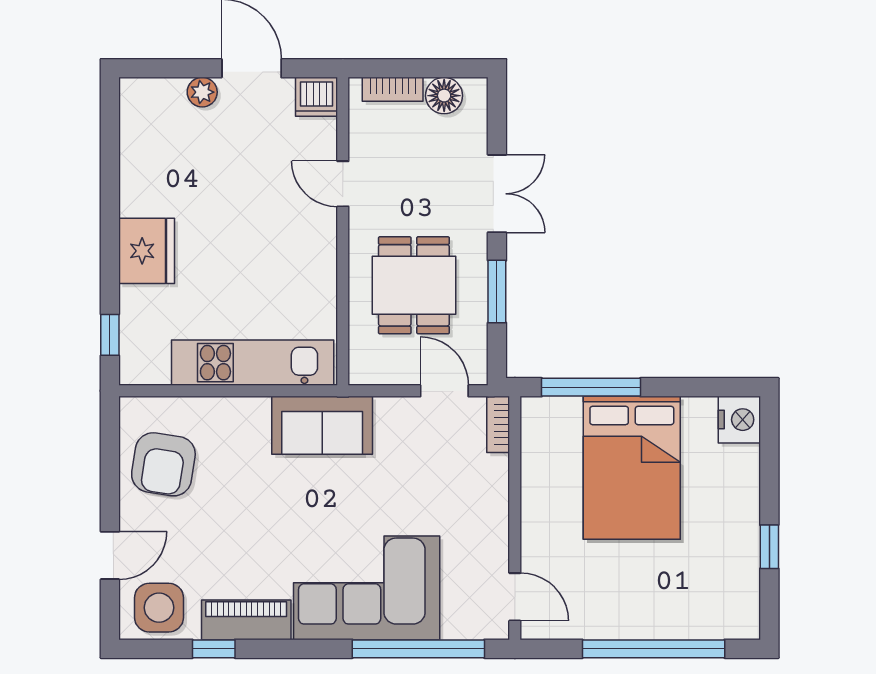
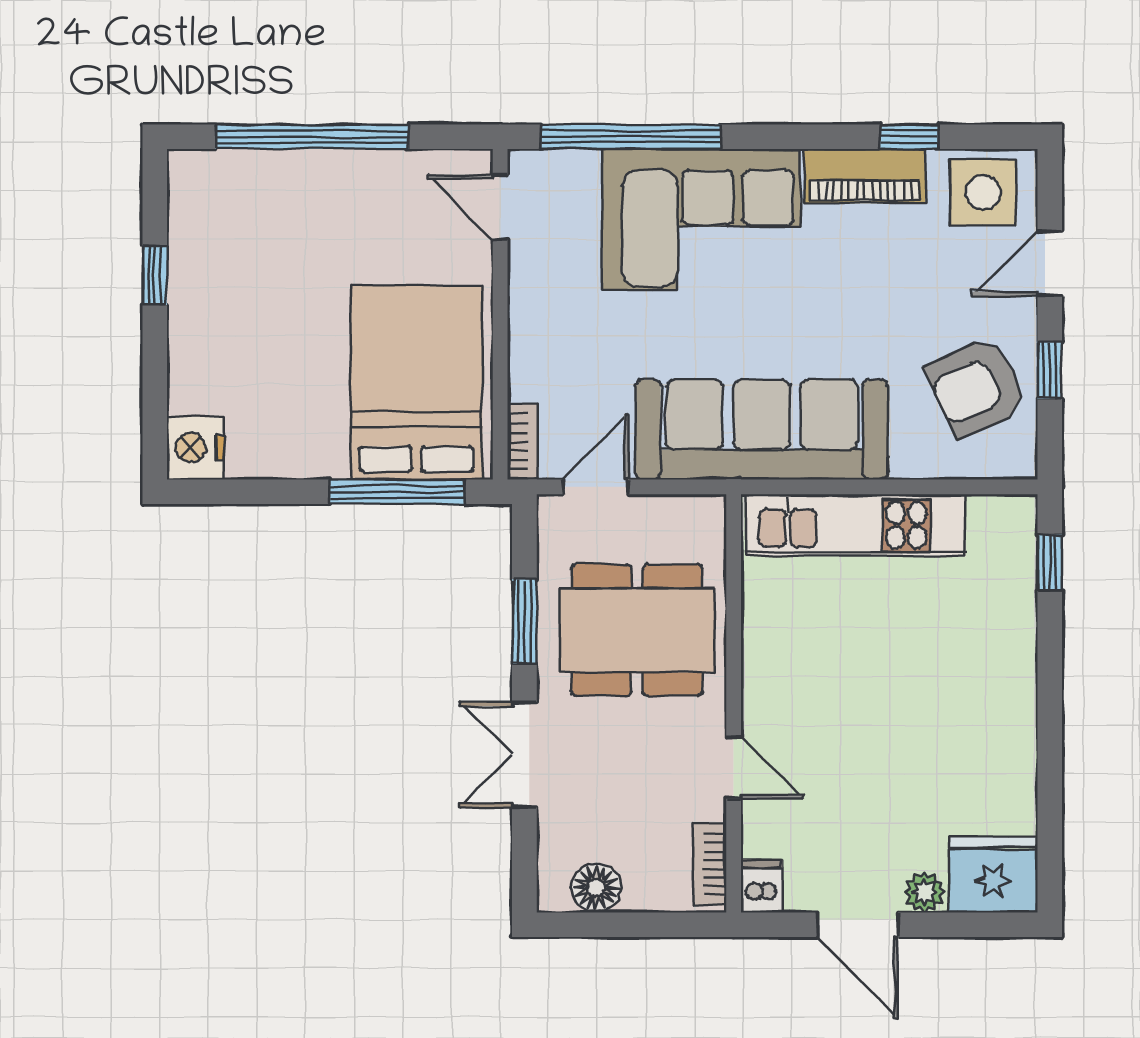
bookcase: (393, 89) -> (710, 864), moved, turned -90
dishwasher: (317, 97) -> (761, 886), width x0.73
fridge: (147, 251) -> (993, 875), moved, turned 90
dining table: (414, 285) -> (637, 630), width x1.38
door: (444, 391) -> (596, 487), swing flipped
sofa: (322, 425) -> (762, 429), width x1.85, depth x1.27
armchair: (163, 464) -> (977, 387), turned -124
bed: (632, 468) -> (416, 382), moved
window: (110, 477) -> (1050, 370), added

